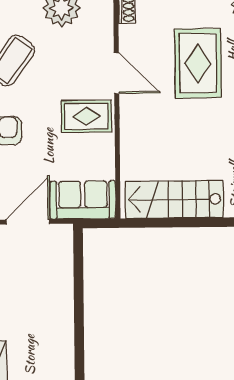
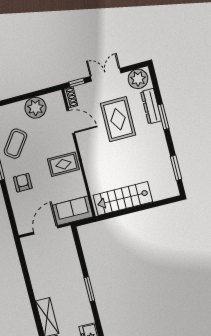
door: (117, 73) -> (71, 122), moved
window: (79, 342) -> (89, 289), added

